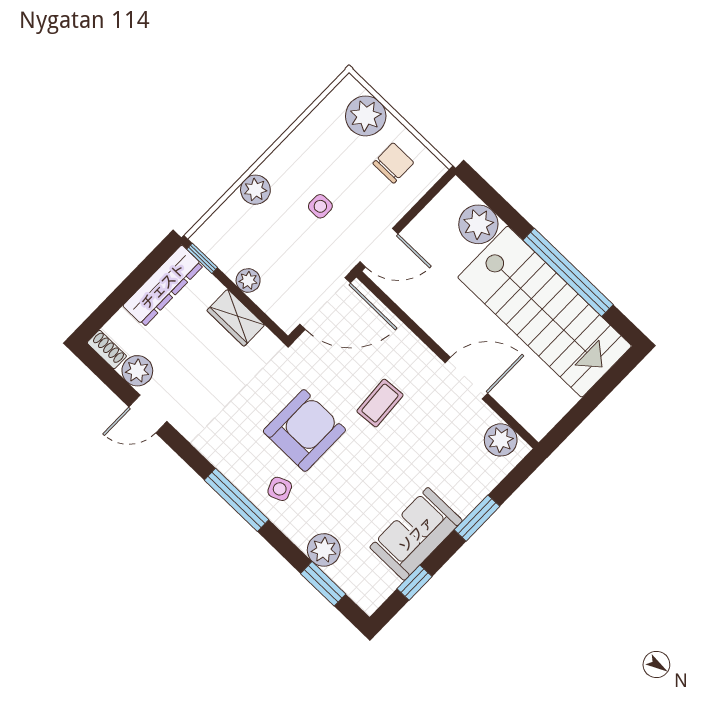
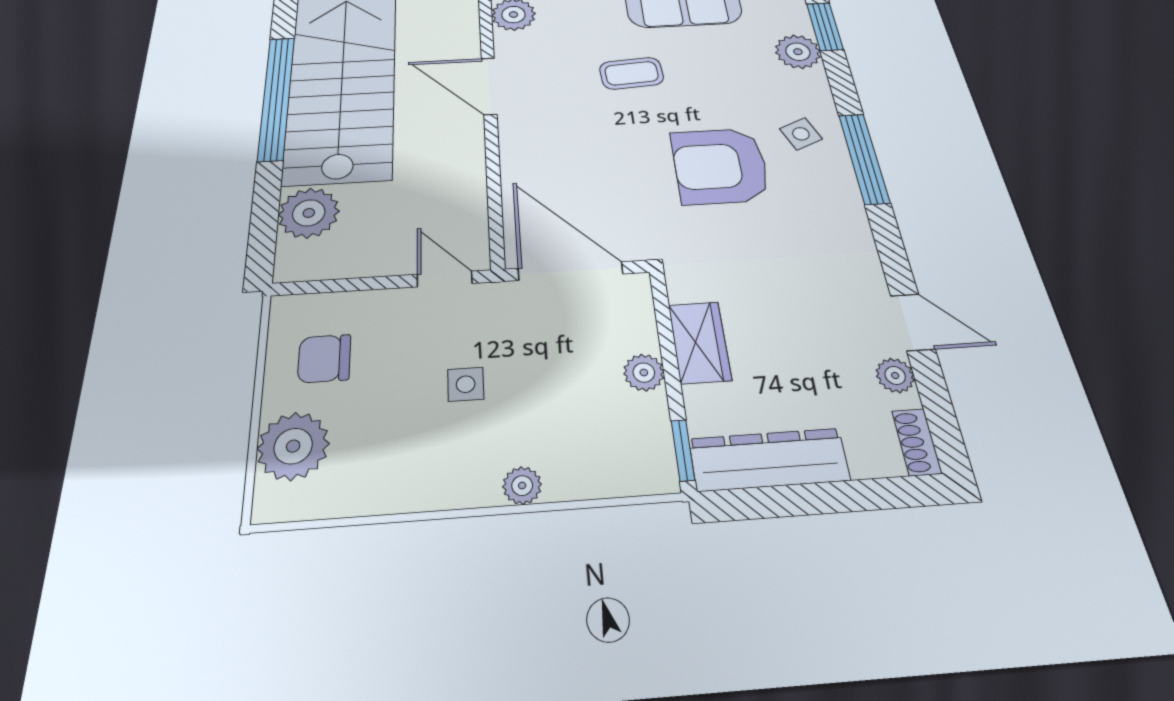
plant: (255, 190) -> (522, 486), width x0.73, depth x0.73
door: (379, 248) -> (445, 279), width x0.73
plant: (137, 371) -> (895, 375), width x0.73, depth x0.73
coffee table: (380, 403) -> (632, 73), moved

